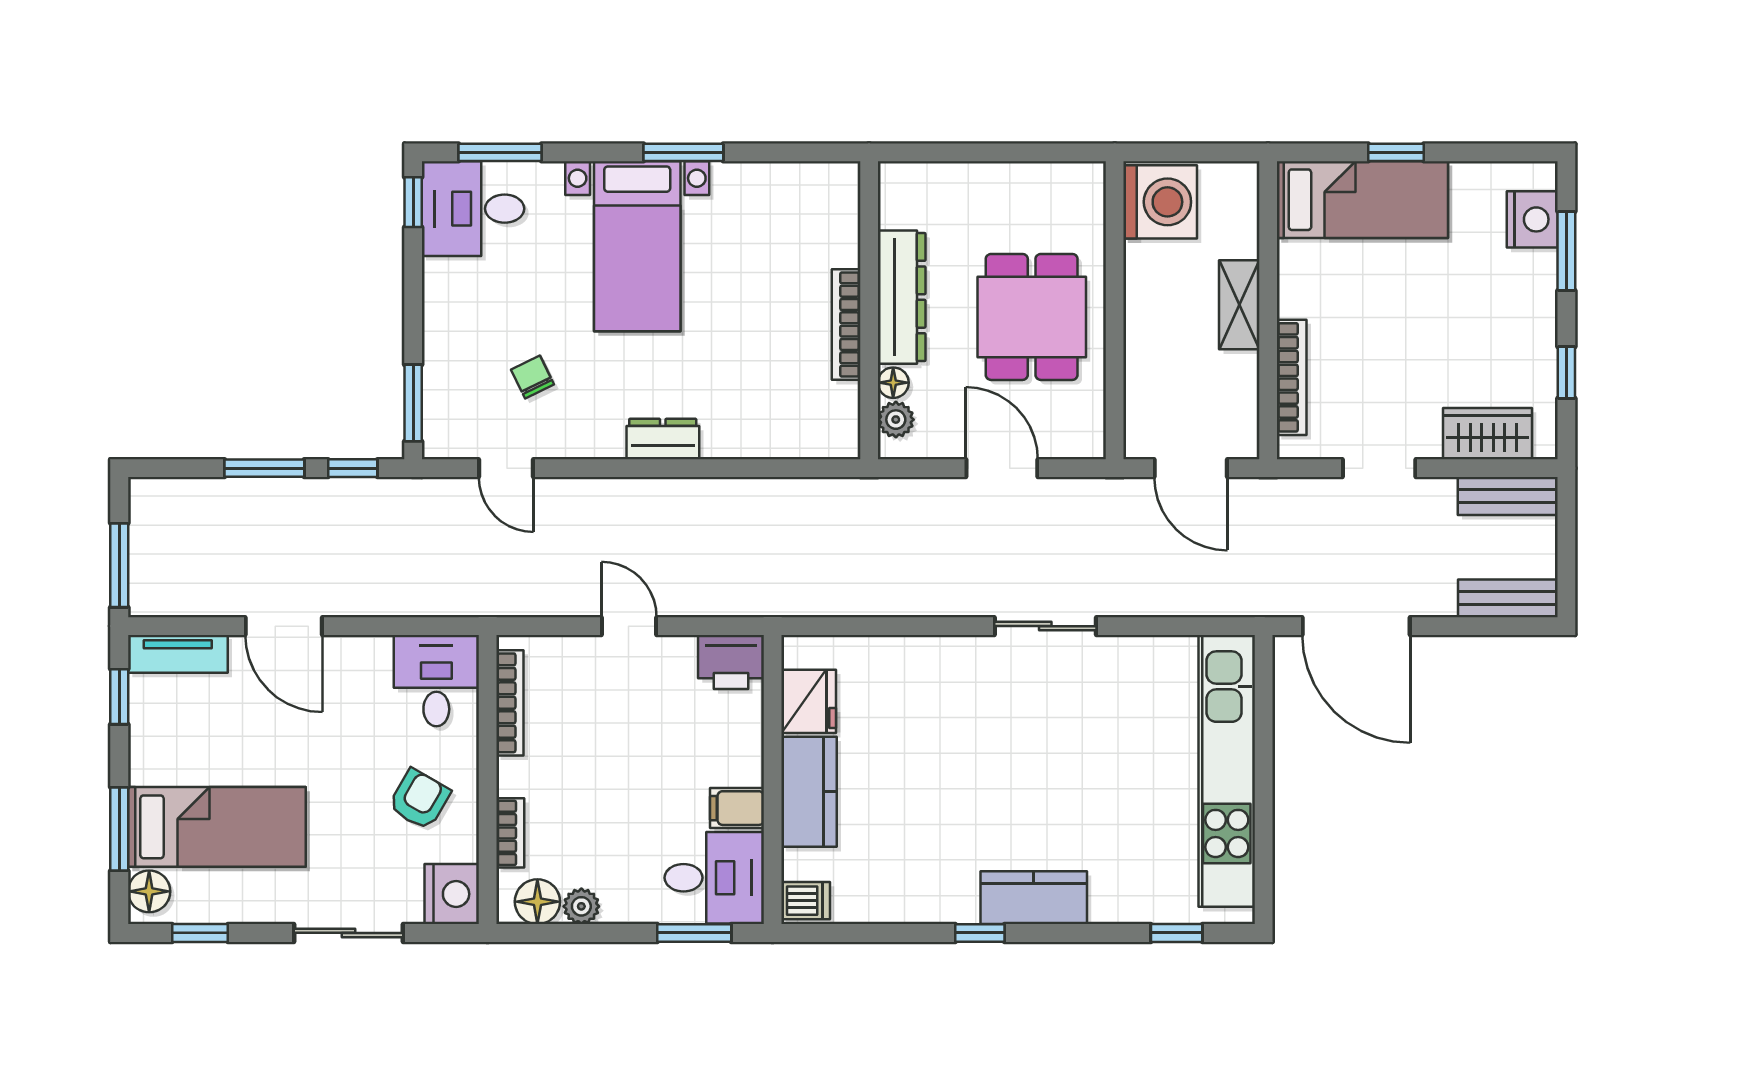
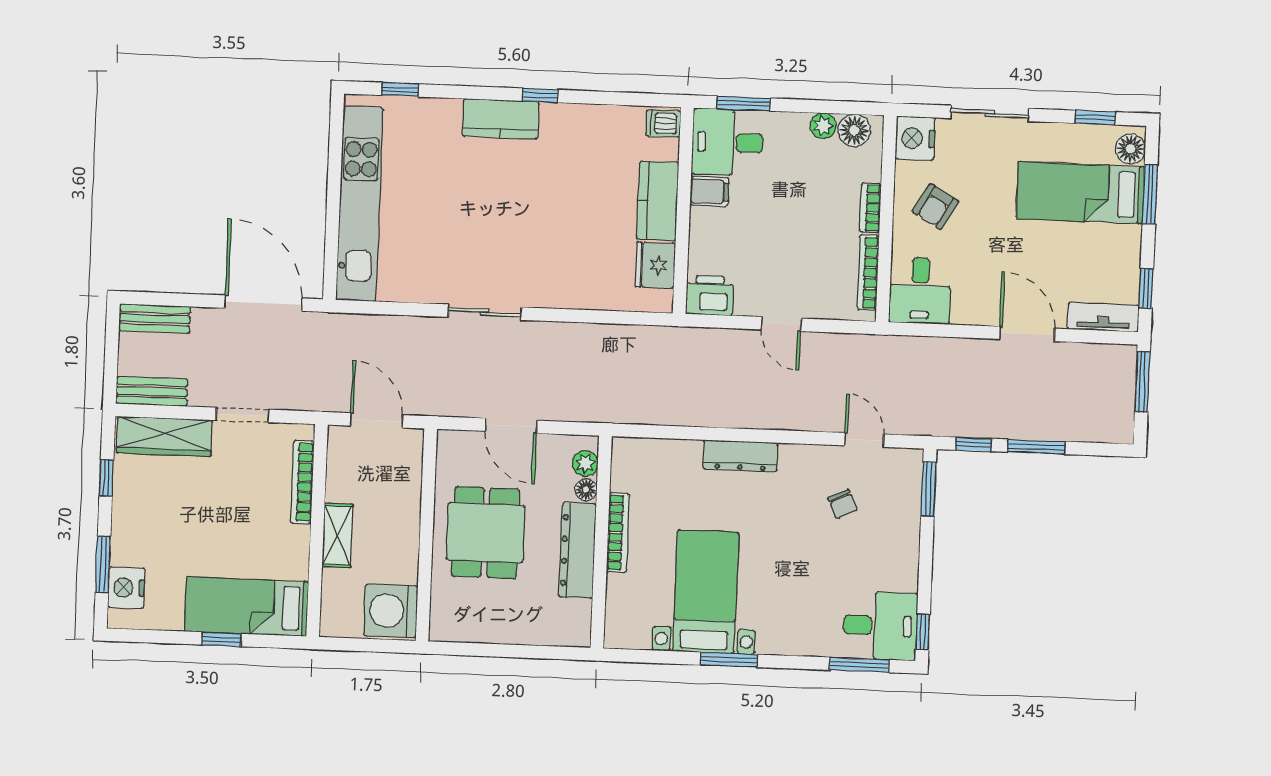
bed with nightstands: (637, 246) -> (706, 592), moved
wardrobe: (1487, 434) -> (164, 436), width x1.50
dresser: (663, 439) -> (740, 456), width x1.44
bookcase: (510, 833) -> (871, 208), moved

